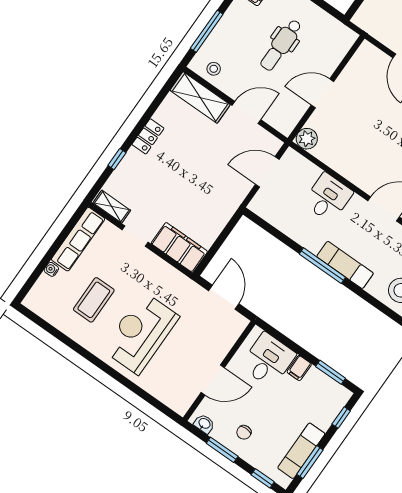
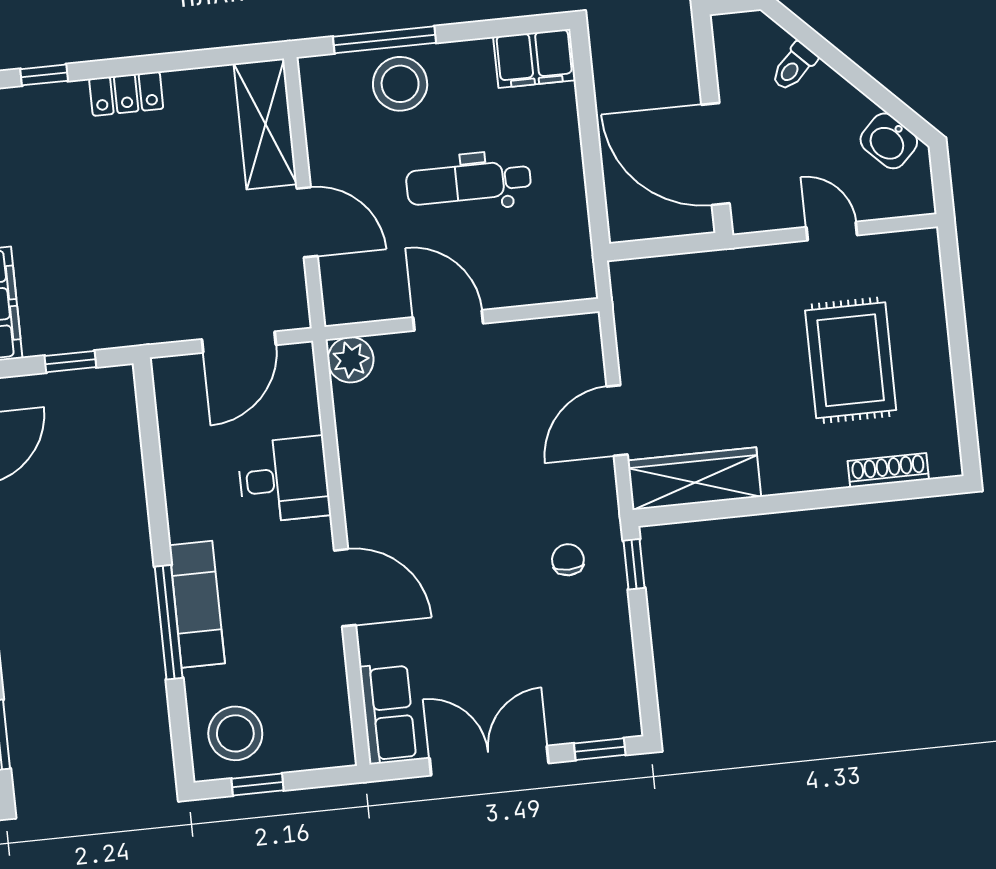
stool: (214, 69) -> (400, 84), moved, width x1.89, depth x1.89
door: (267, 172) -> (239, 342), swing flipped
window: (223, 236) -> (70, 362), added
window: (322, 266) -> (169, 622), moved

